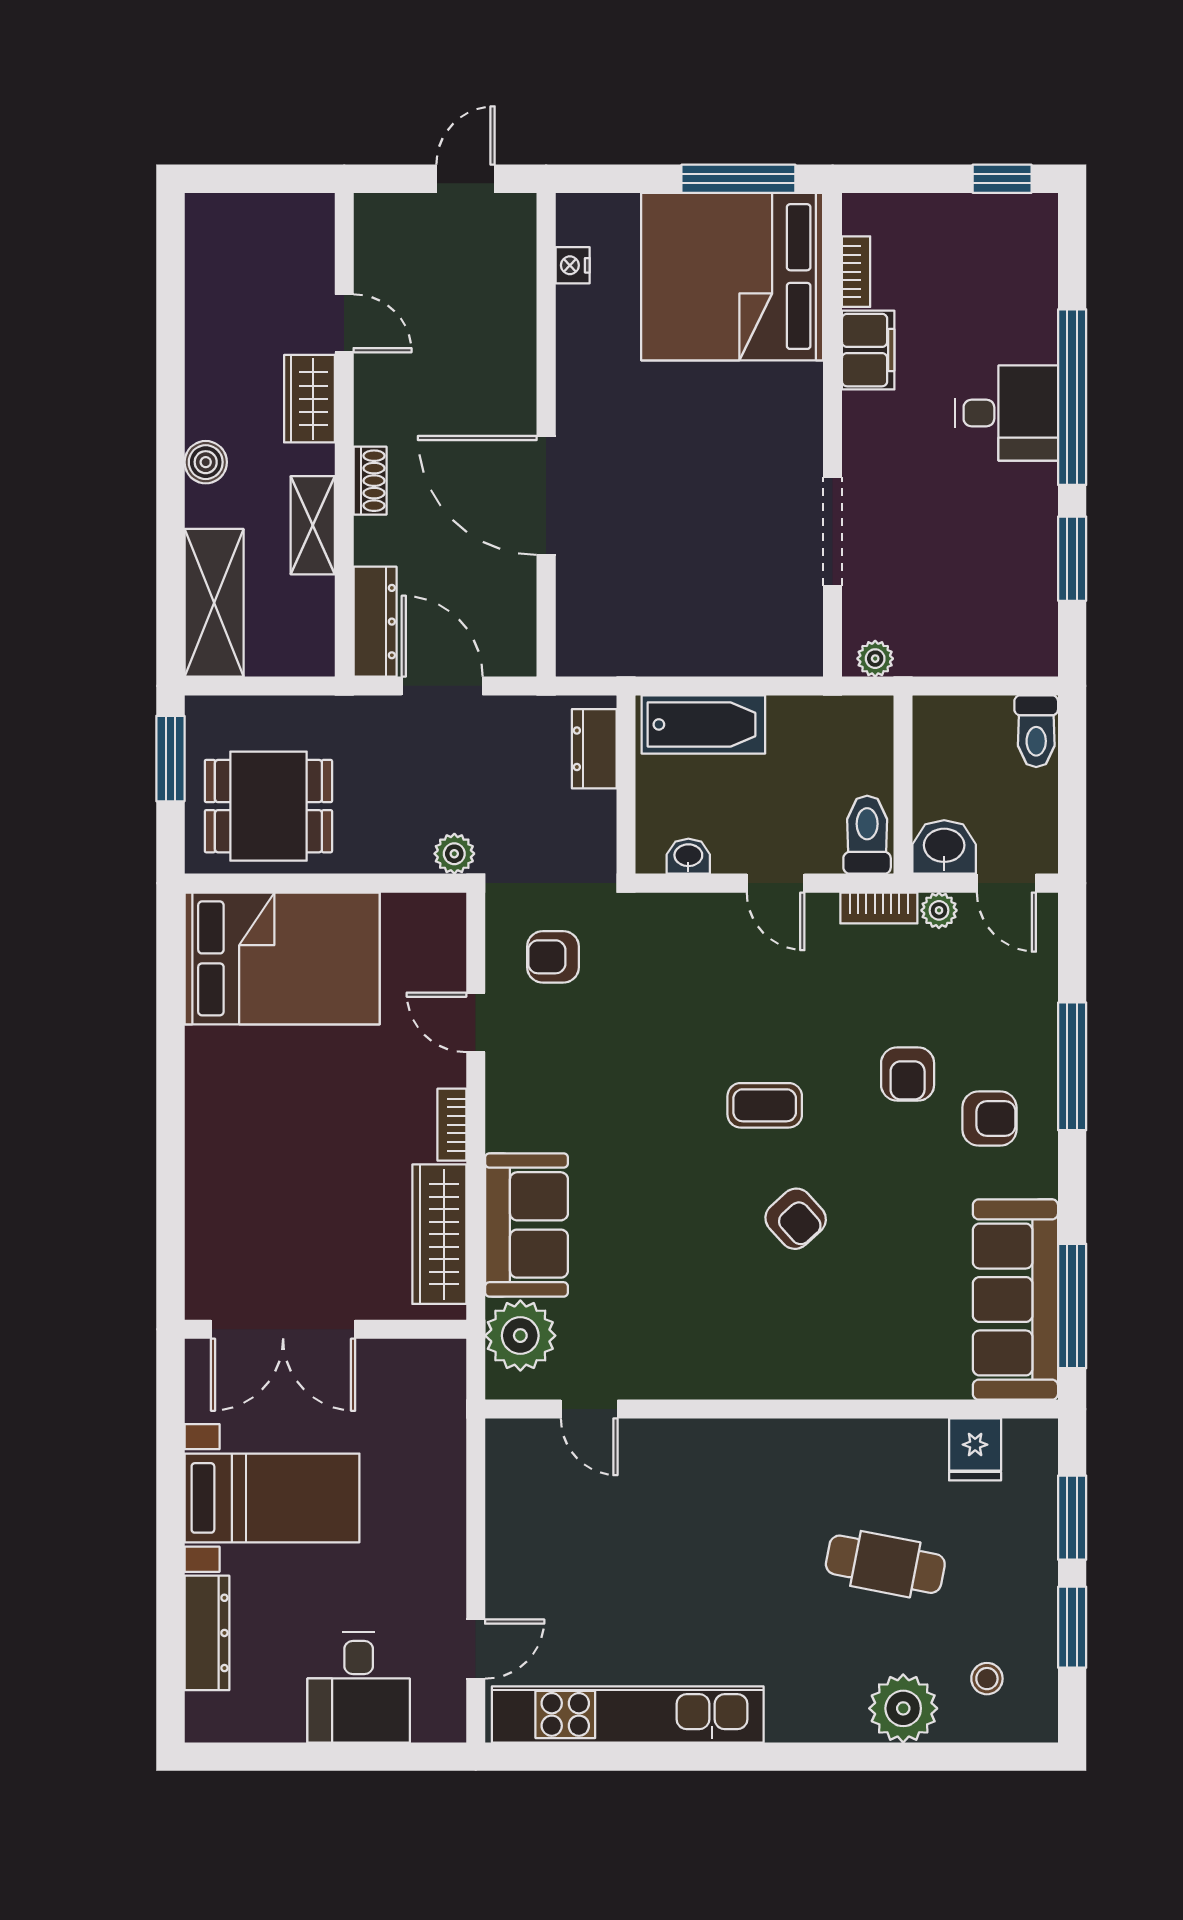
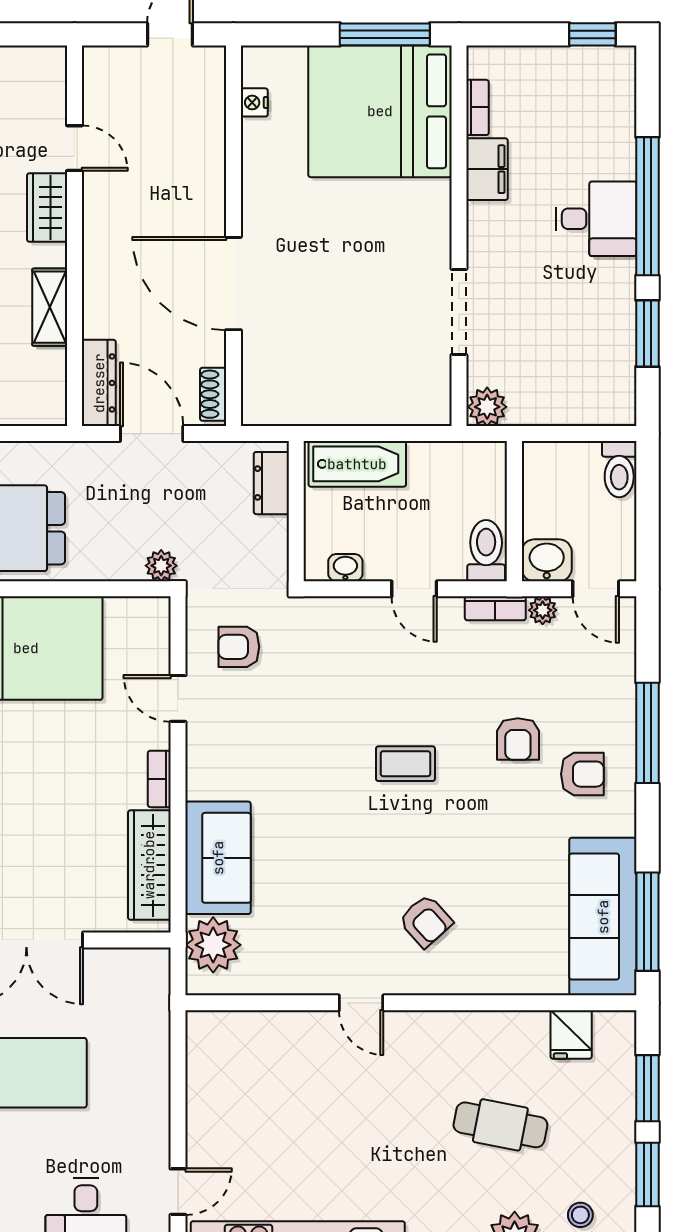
shoe rack: (370, 481) -> (213, 394), moved, turned 180
plant: (875, 659) -> (487, 407), width x1.38, depth x1.38
armchair: (796, 1219) -> (426, 921), moved
door: (589, 1409) -> (361, 1003), moved

